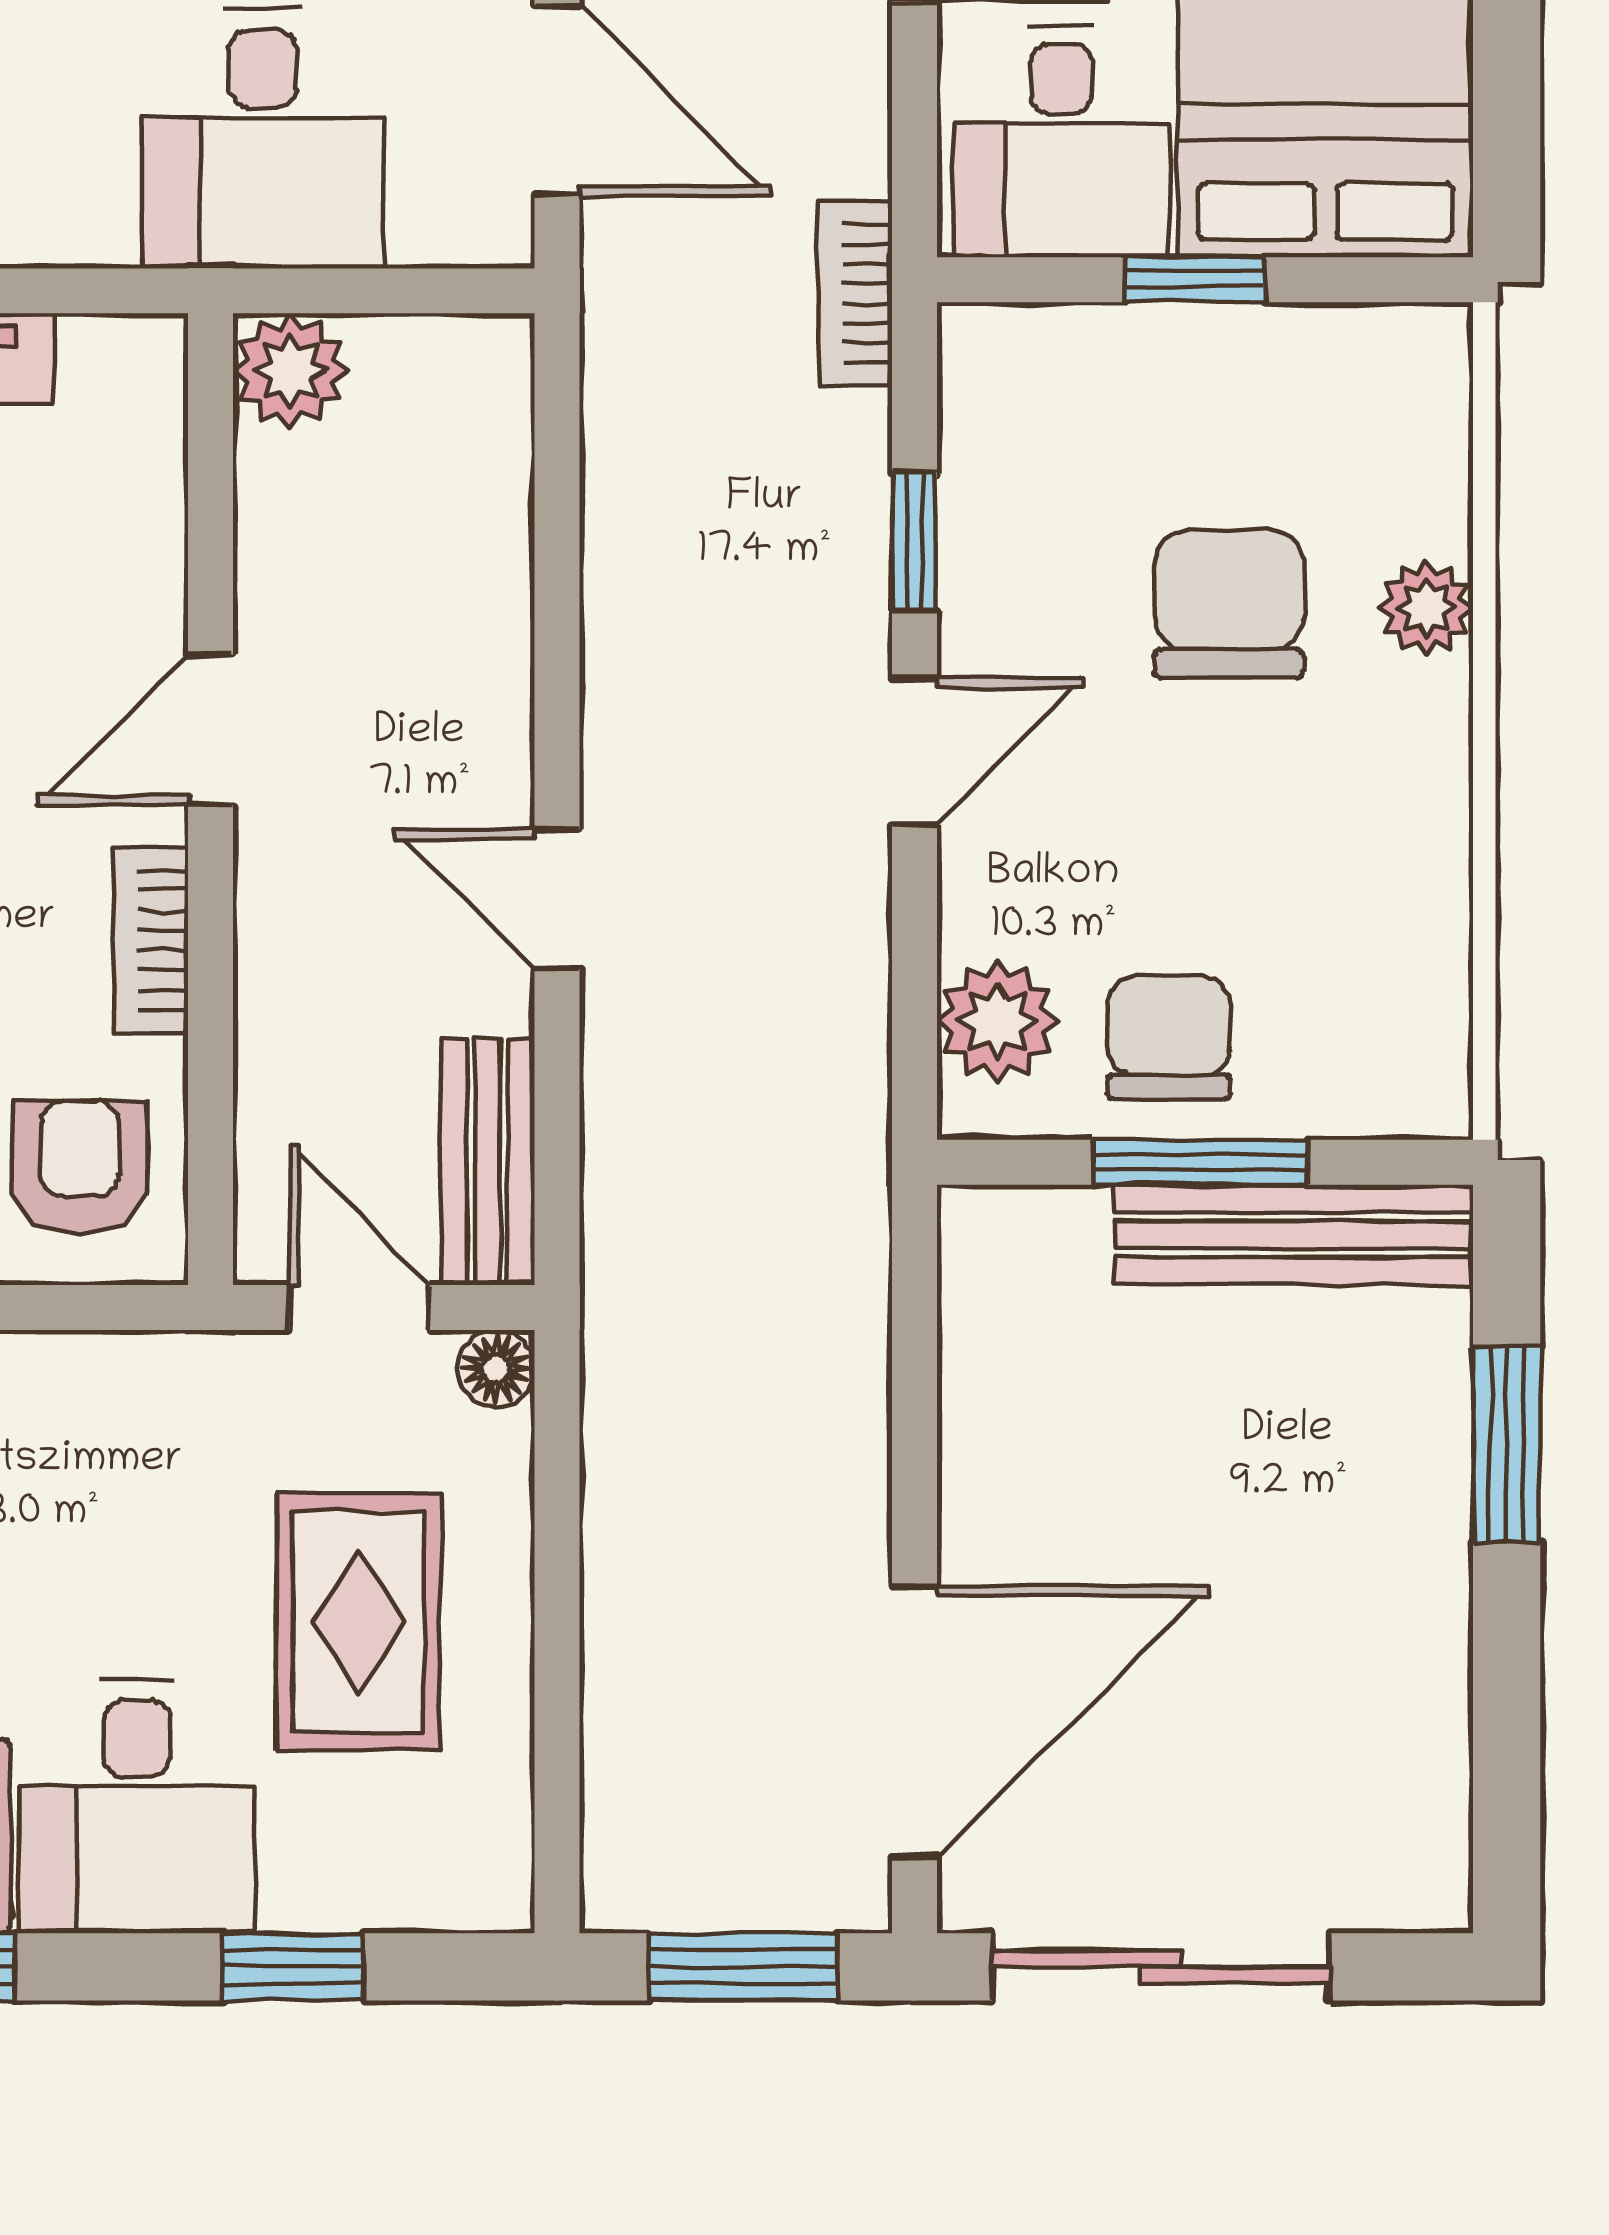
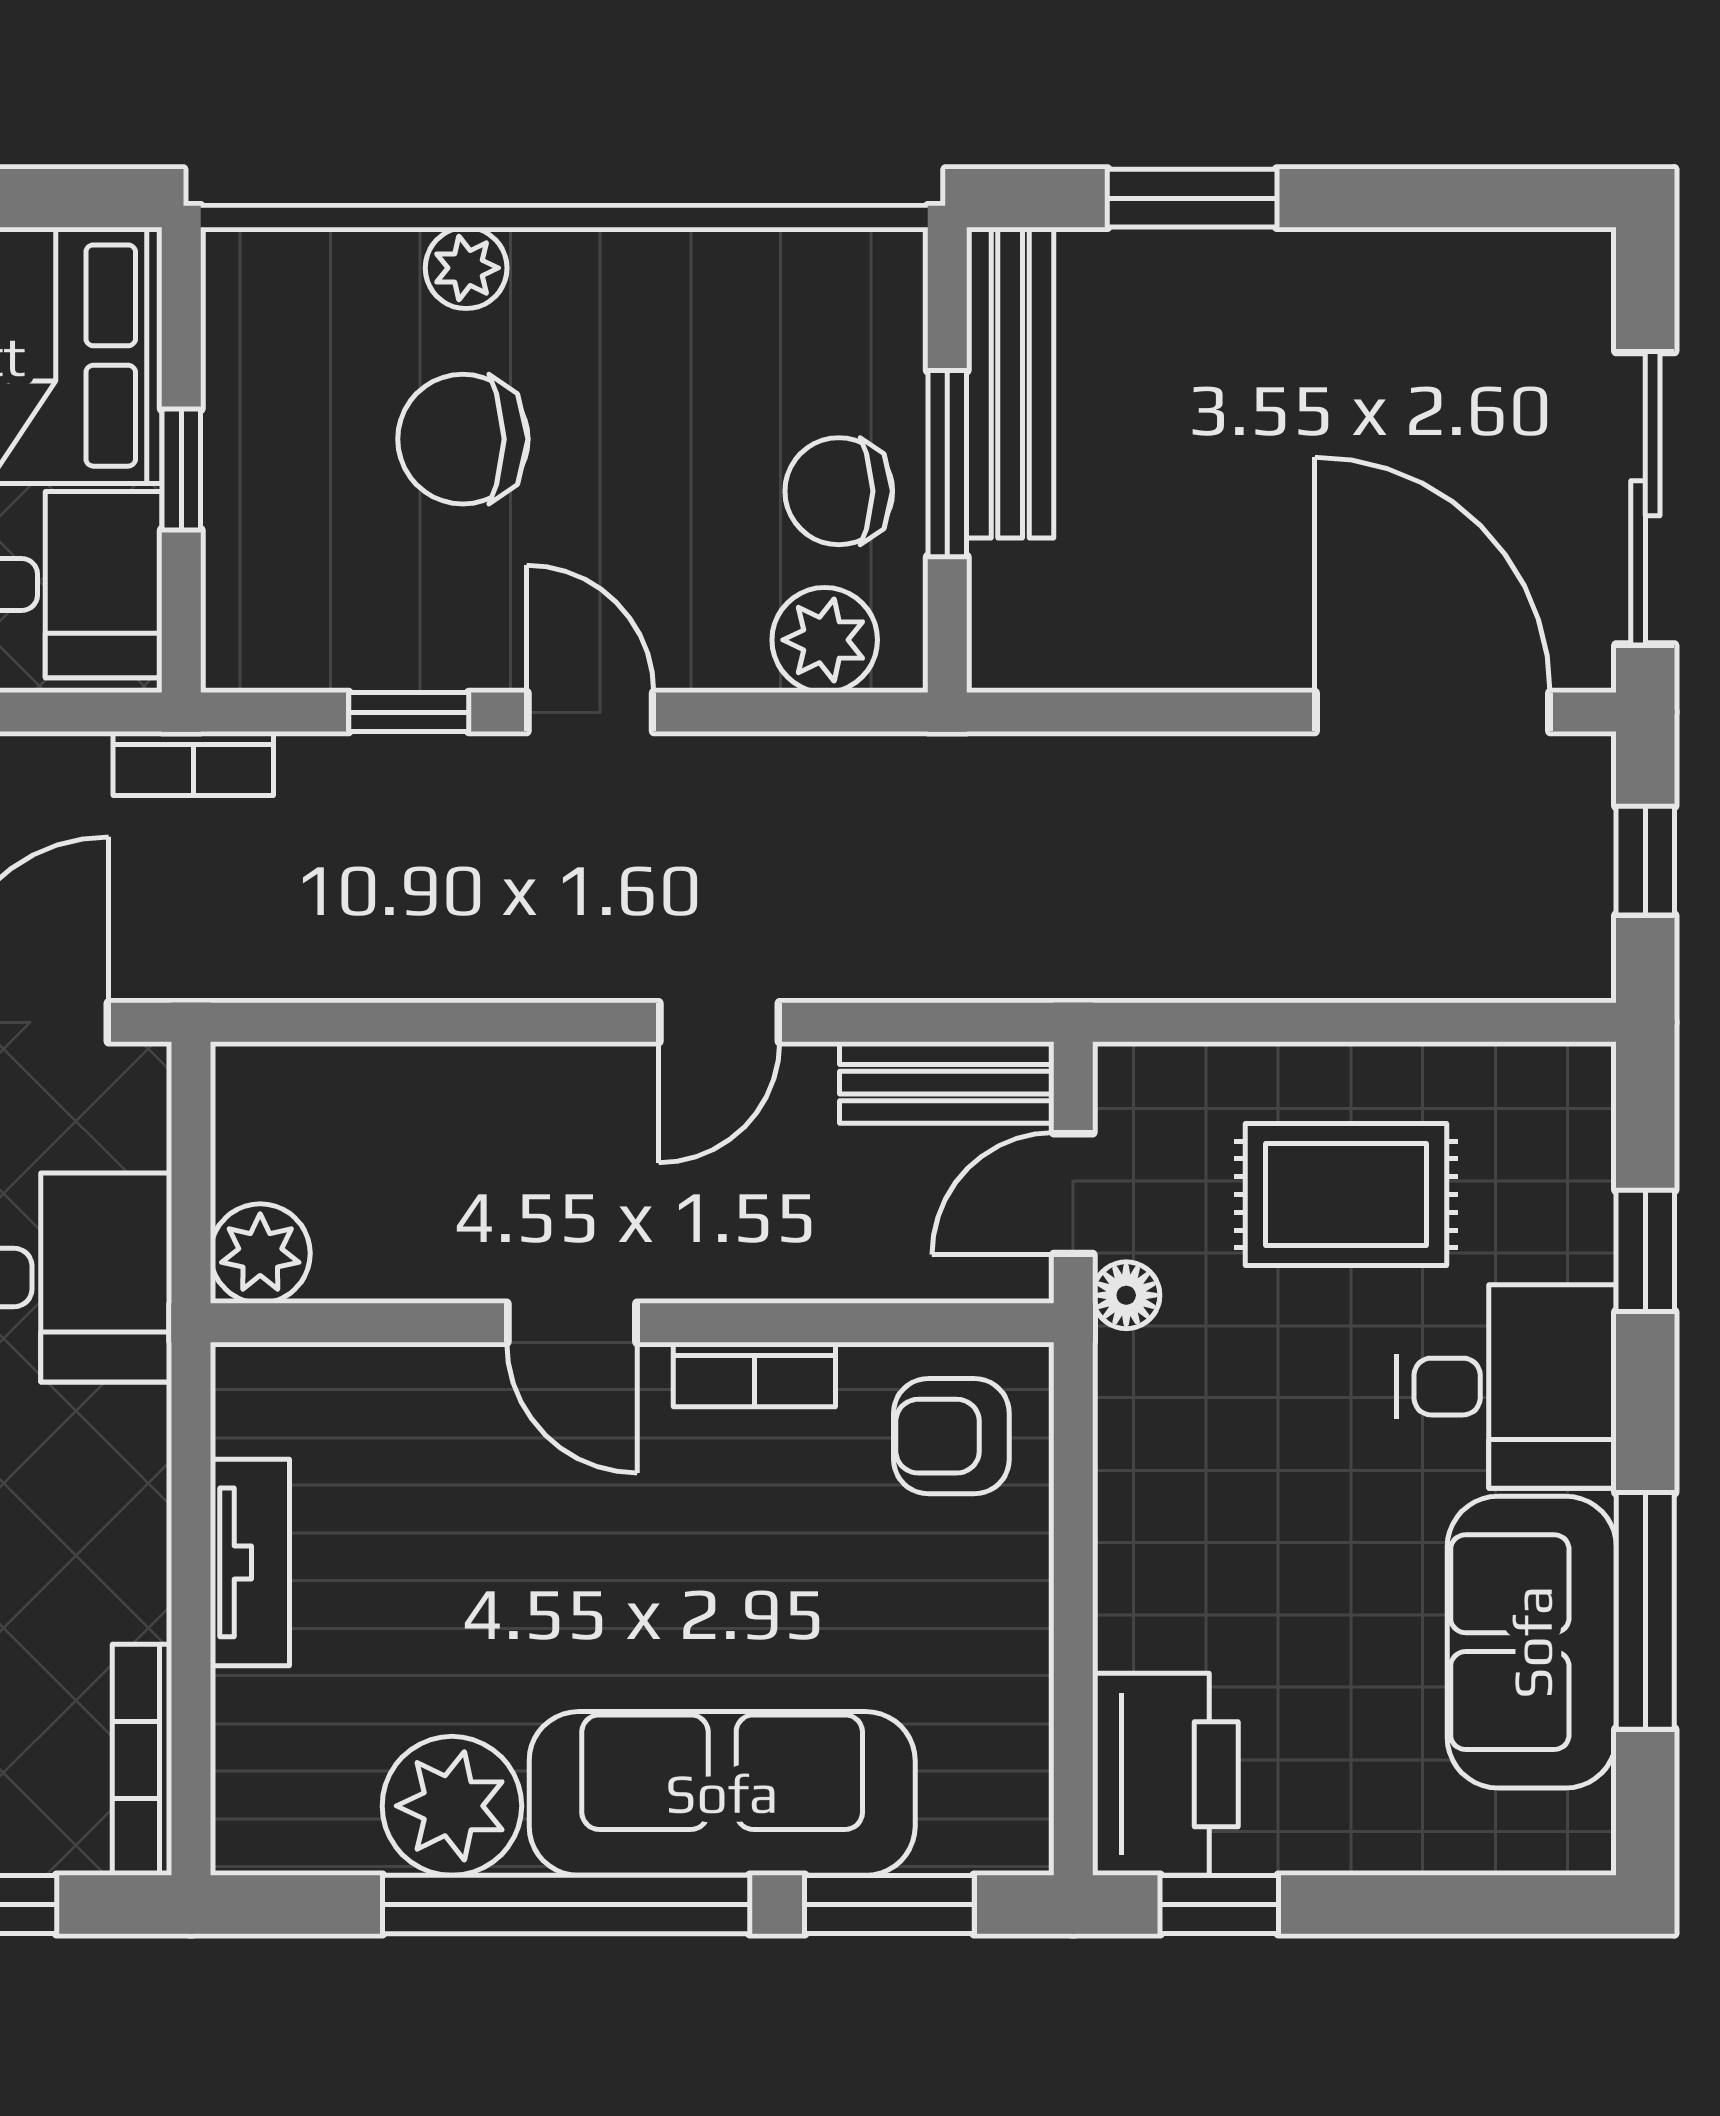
floor lamp: (496, 1369) -> (1126, 1295), moved
window: (743, 1967) -> (1645, 861), width x0.67

